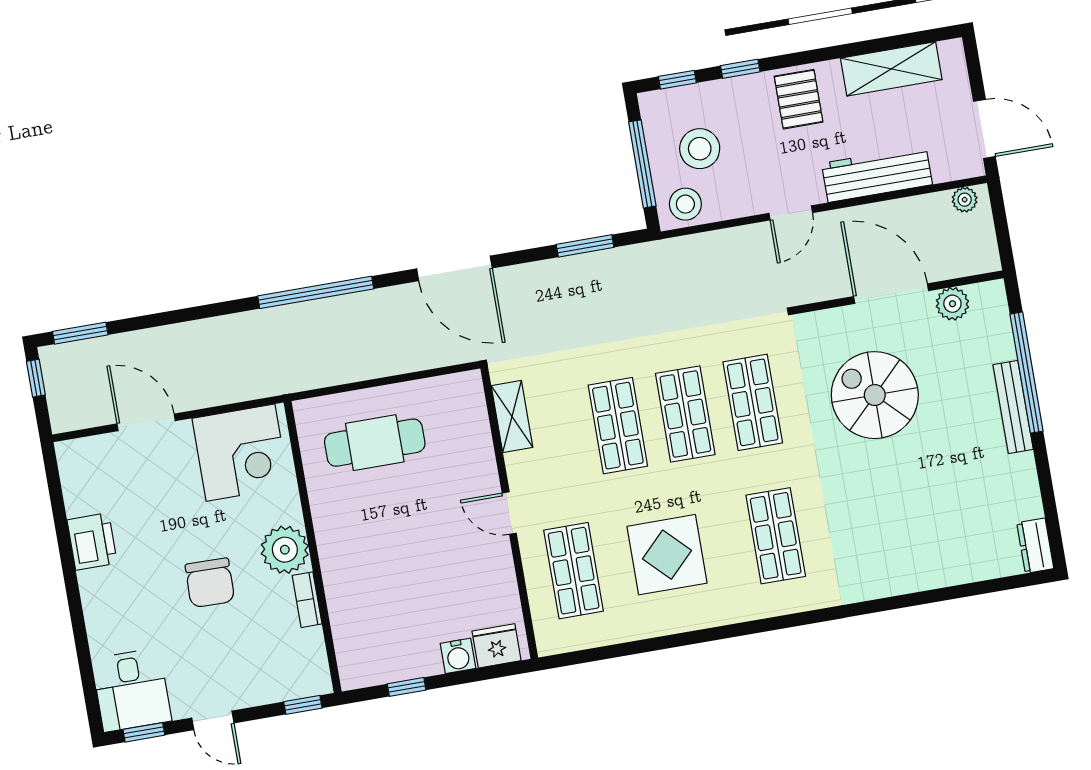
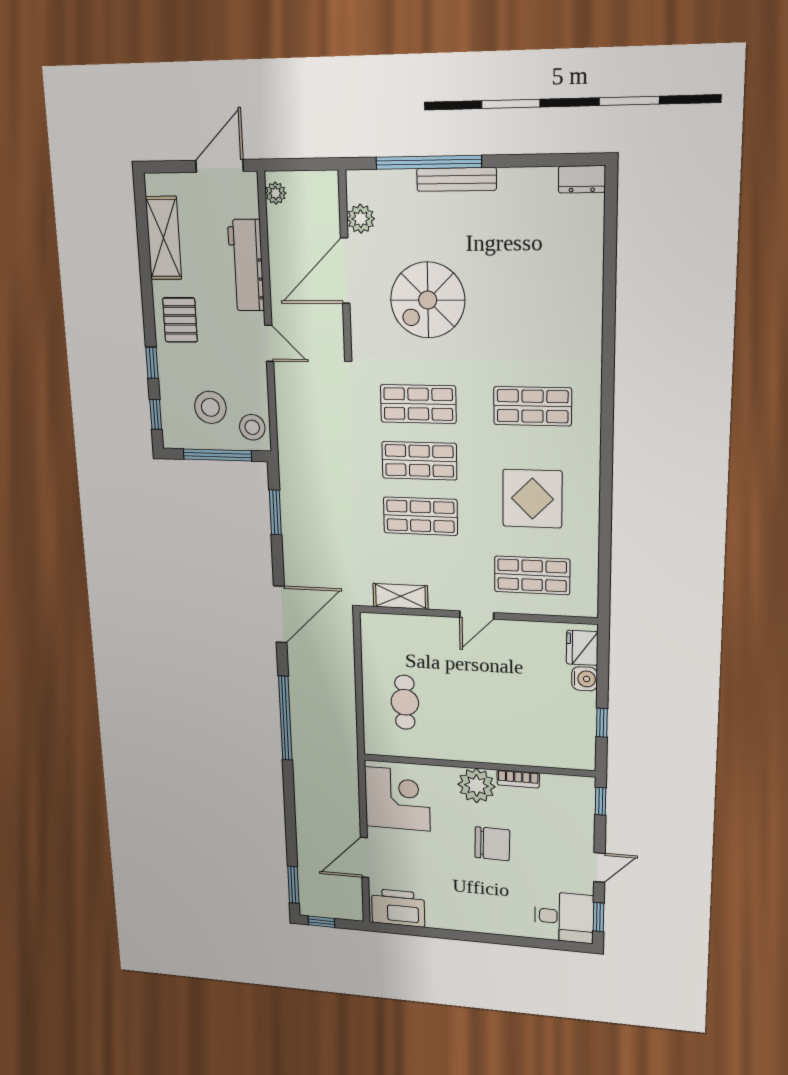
pallet: (799, 99) -> (180, 320), turned 90
cafe table: (375, 443) -> (405, 702), width x0.73, depth x0.74
printer: (92, 541) -> (398, 908), moved, width x1.37, depth x1.19

